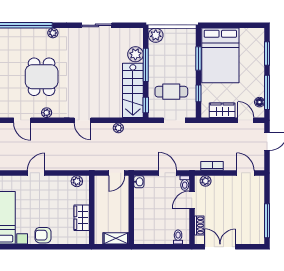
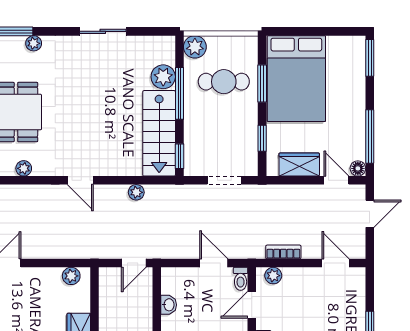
window: (267, 54) -> (370, 58), moved
cafe table: (171, 92) -> (224, 82), moved
floor lamp: (260, 102) -> (358, 168), moved
washbasin: (139, 182) -> (169, 305), moved

